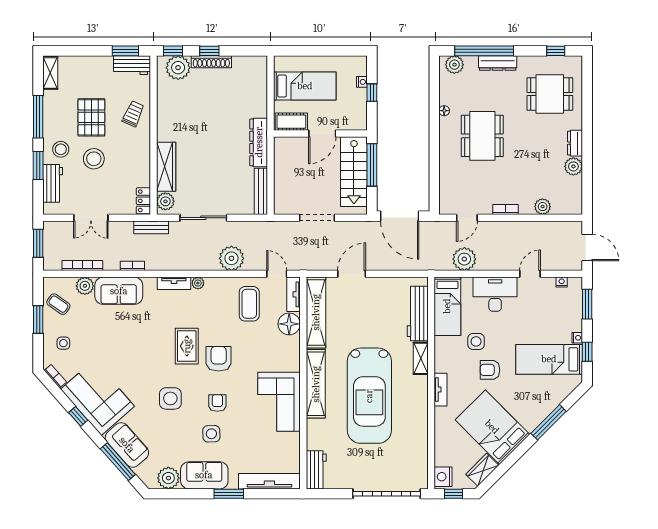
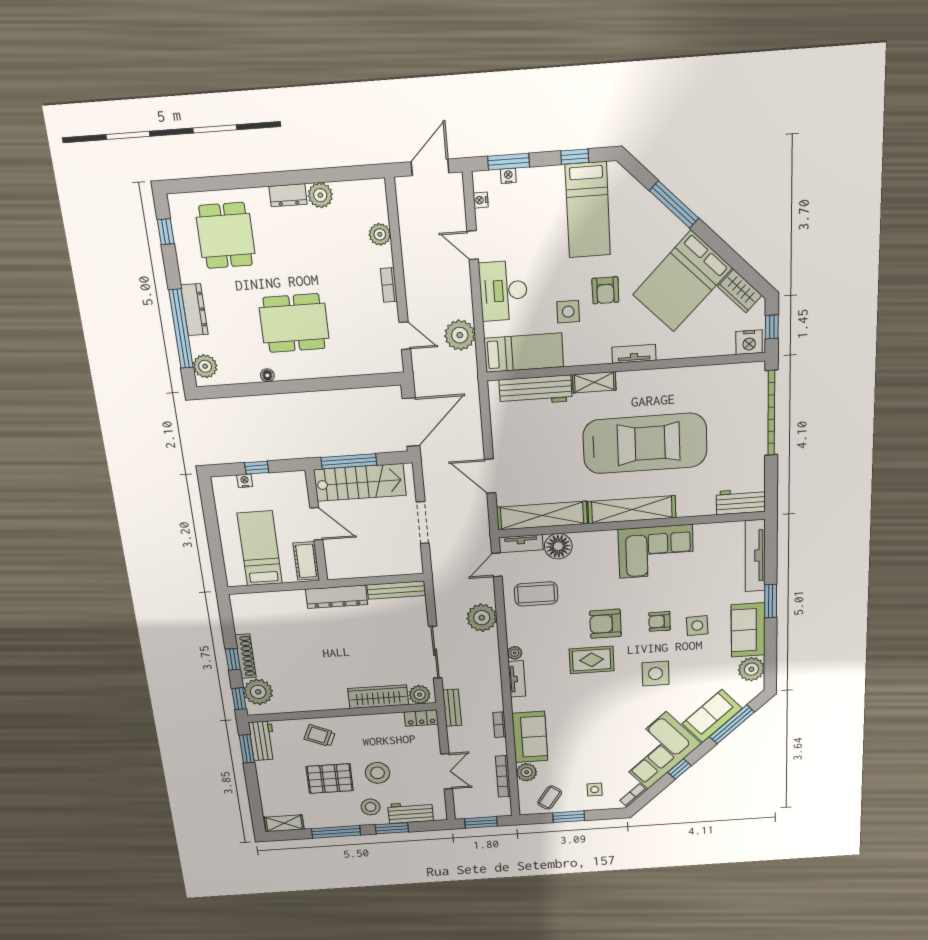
nightstand: (577, 338) -> (508, 176), moved

